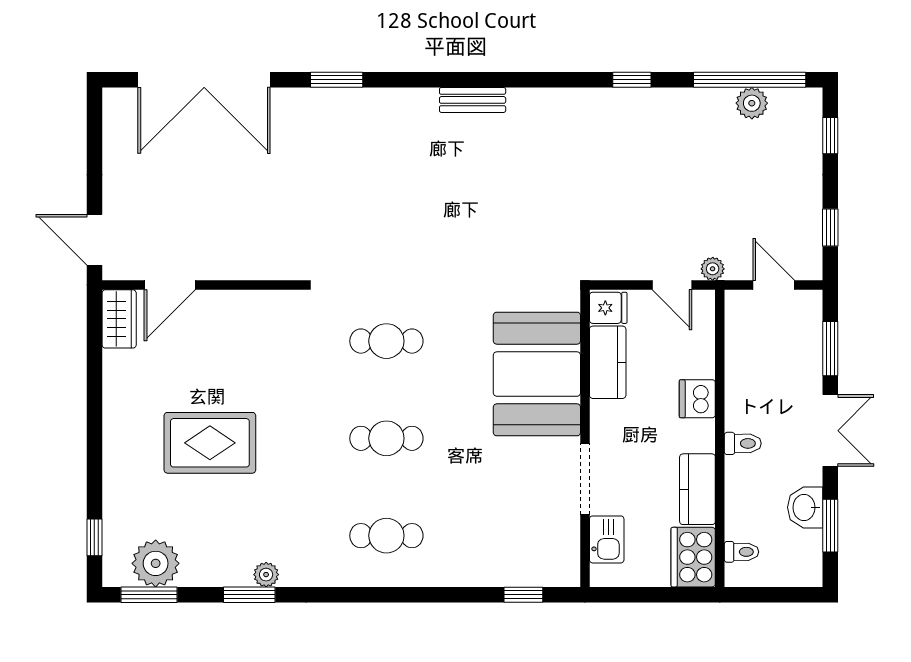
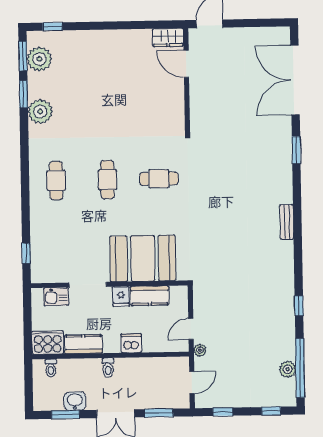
fridge: (608, 308) -> (121, 296), moved
cafe table: (386, 341) -> (159, 179), turned 90
rug: (210, 443) -> (103, 87), removed
plant: (266, 575) -> (40, 112), width x1.87, depth x1.87
window: (249, 595) -> (23, 94), moved

